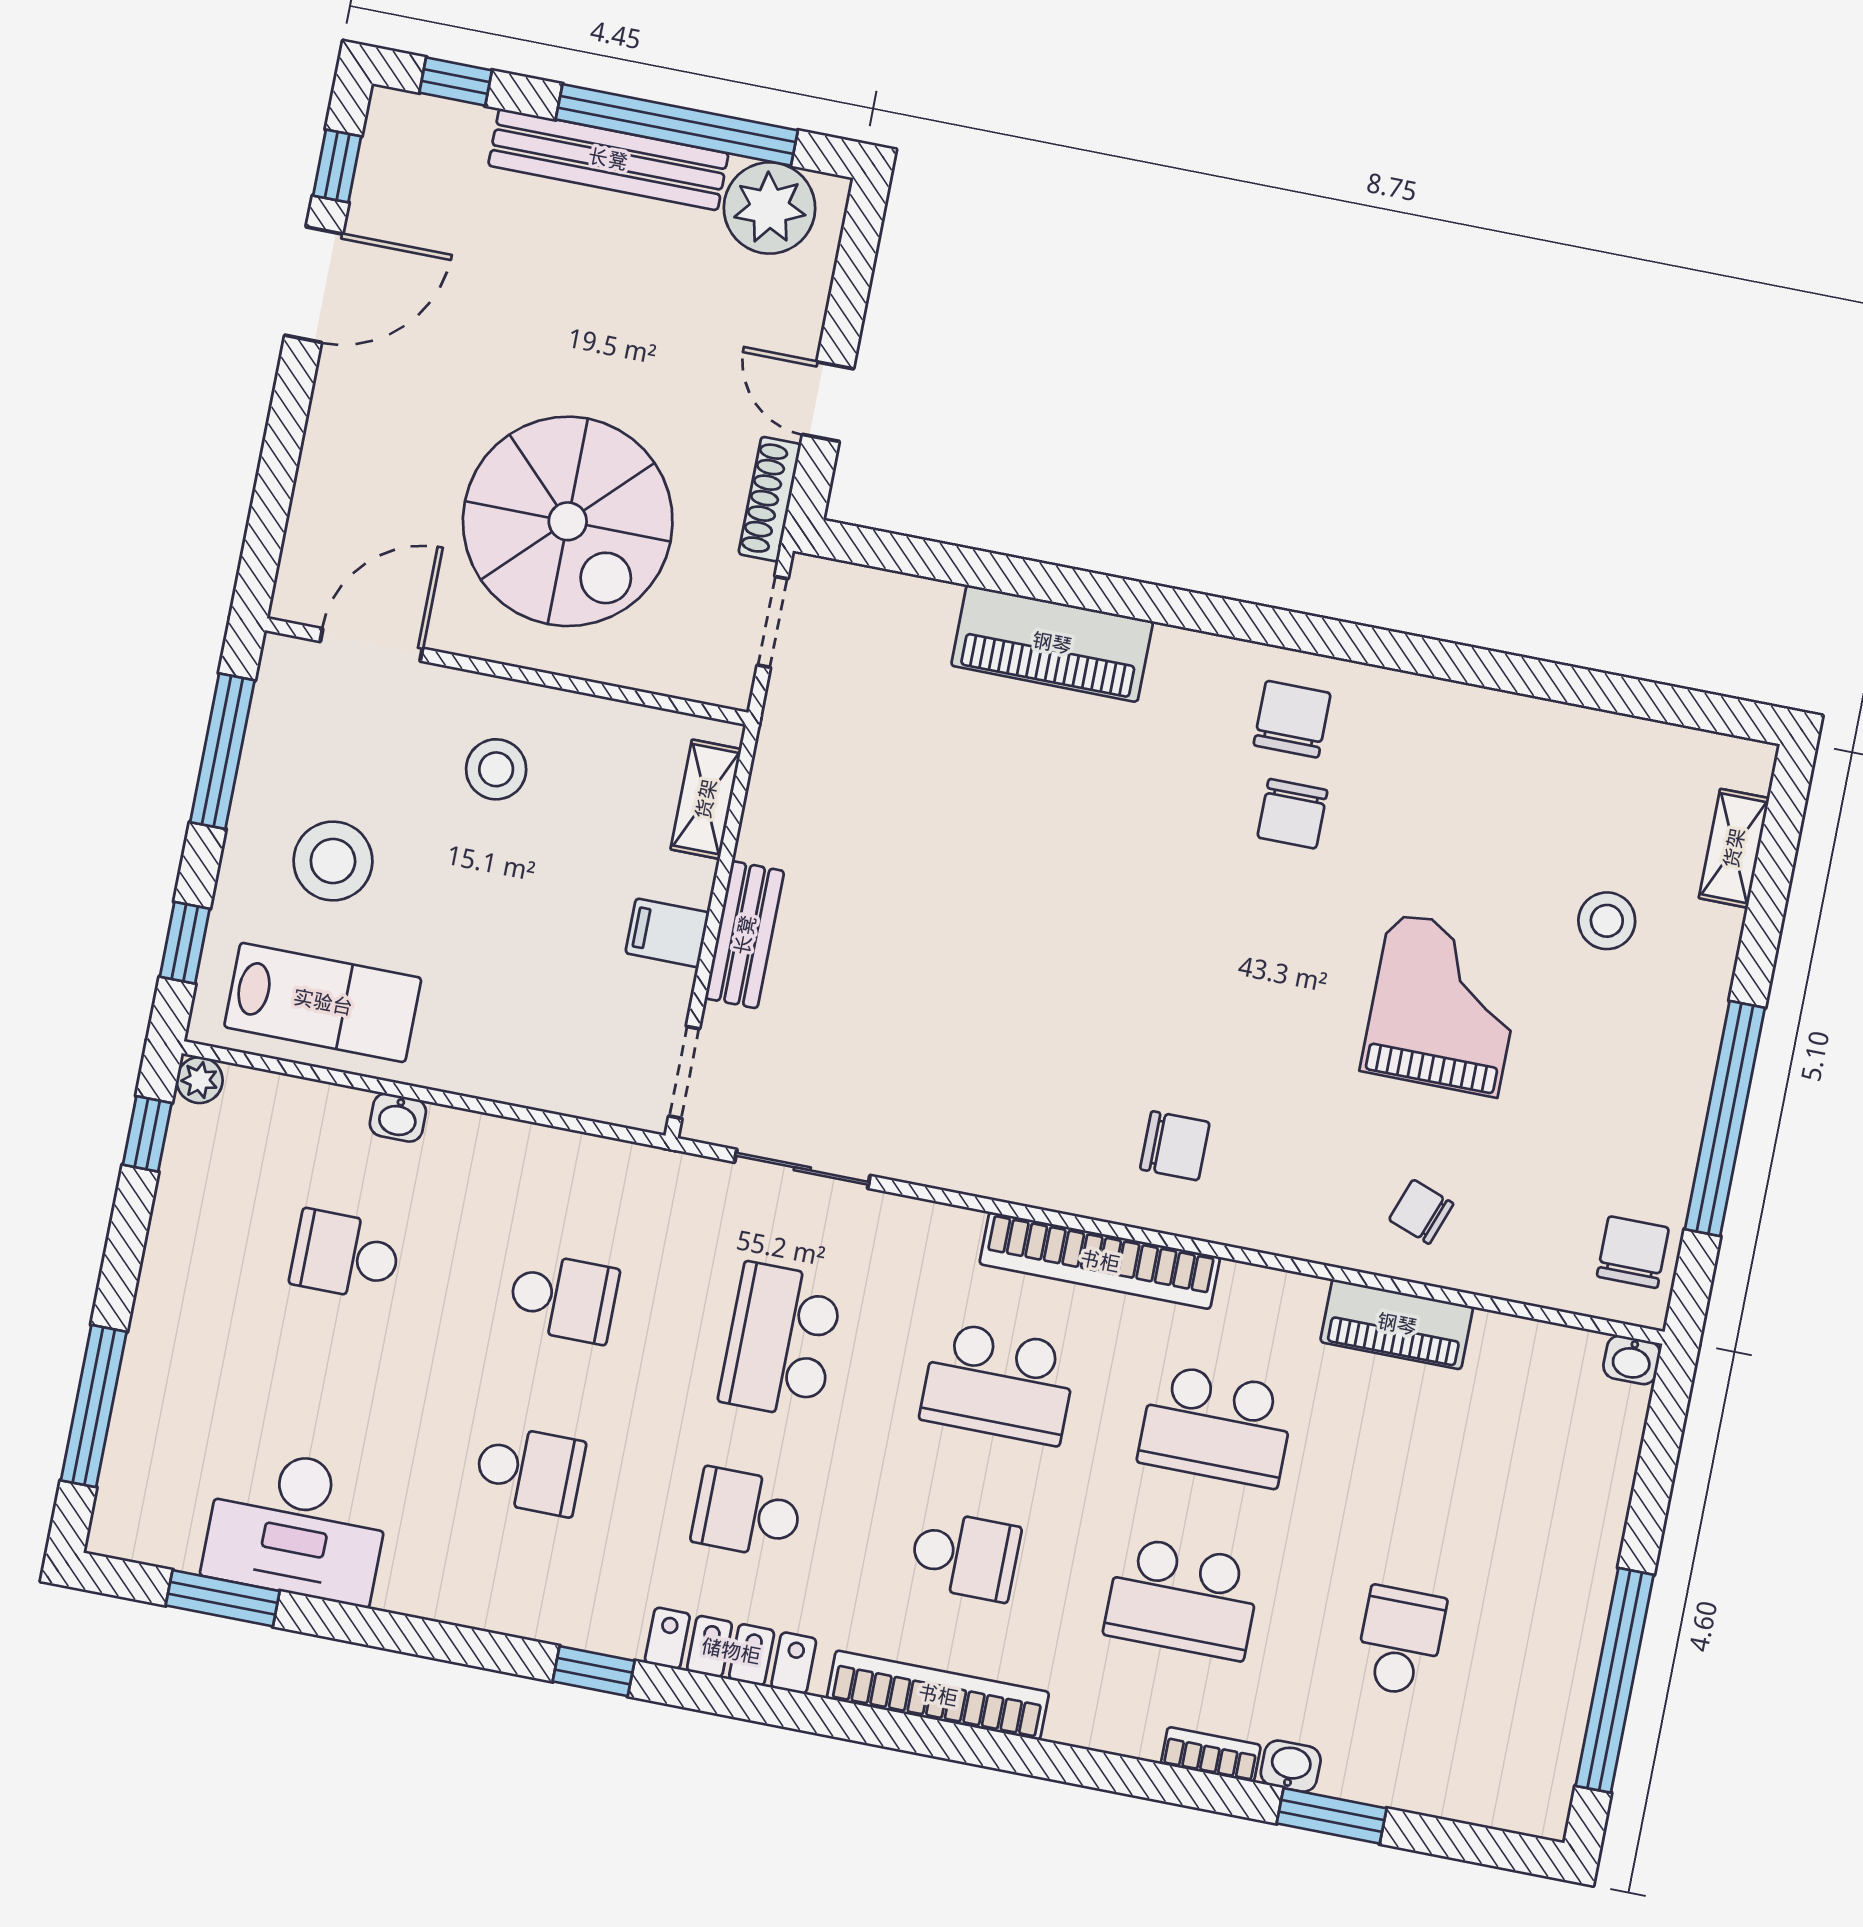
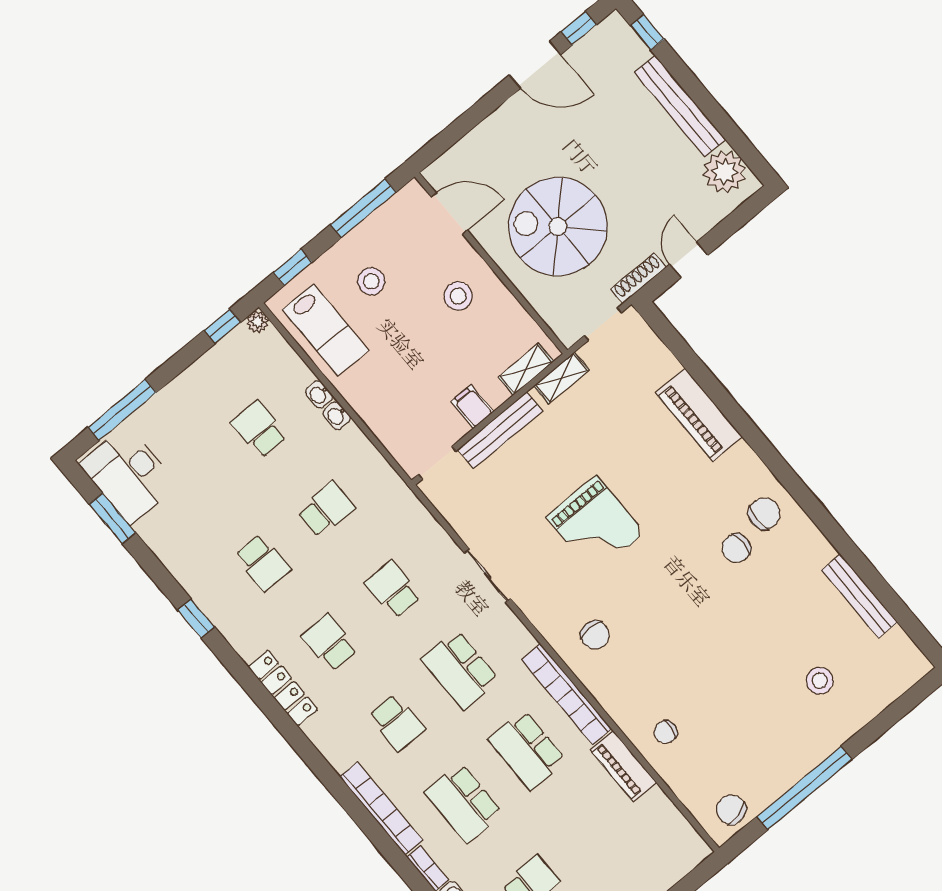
window: (677, 125) -> (715, 114), removed
spiral stairs: (568, 521) -> (558, 227), turned 90
bench: (1559, 728) -> (860, 596), added
shelving: (1734, 848) -> (561, 378), moved
stool: (333, 861) -> (371, 281), width x0.73, depth x0.73
bench: (745, 935) -> (500, 430), width x1.36
grand piano: (1444, 1005) -> (595, 525), moved, turned 90
sliding door: (802, 1169) -> (487, 576), moved
chair: (1421, 1212) -> (666, 732), turned -102
chair: (1633, 1252) -> (731, 810), turned -104
bookcase: (1100, 1261) -> (567, 694), moved
school desk: (563, 1298) -> (326, 509), turned -90
school desk: (781, 1341) -> (393, 590), width x0.54
washbasin: (1632, 1360) -> (337, 416), moved
desk: (297, 1525) -> (129, 475), moved
window: (594, 1671) -> (196, 618), moved
bookcase: (938, 1695) -> (381, 808), moved

